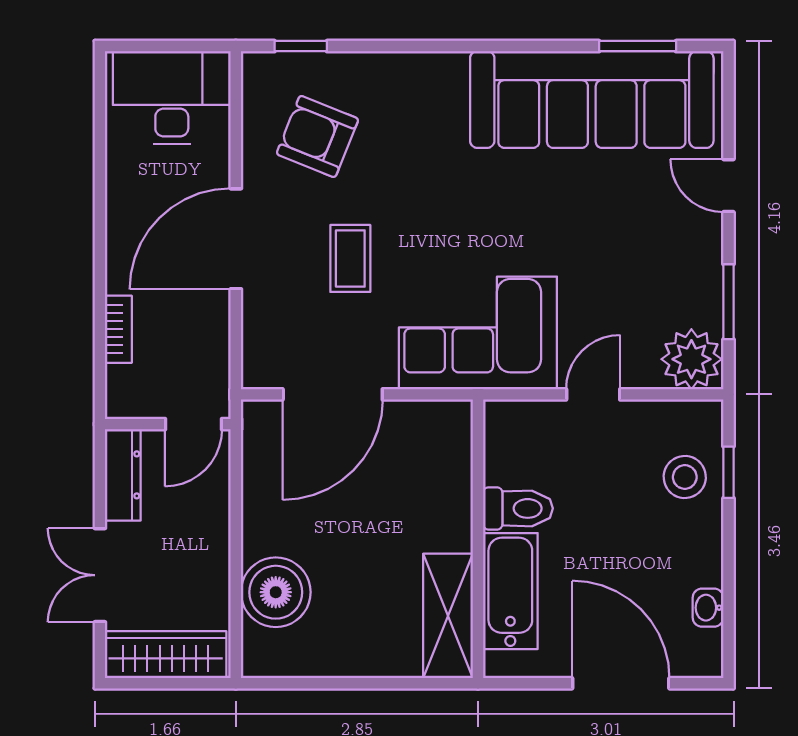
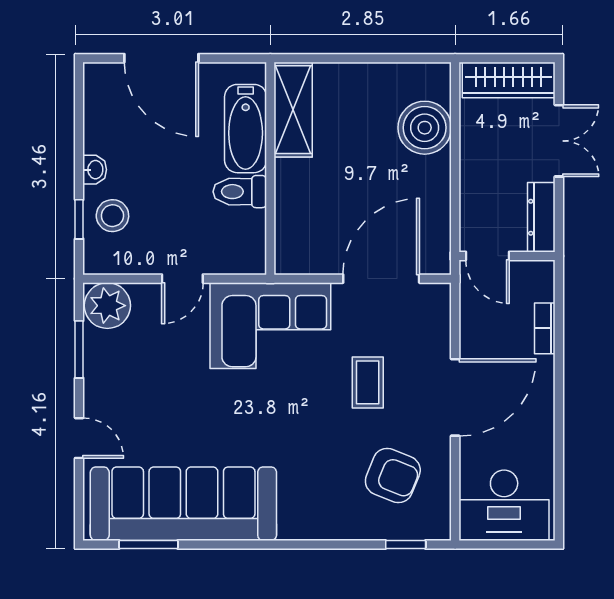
door: (193, 424) -> (487, 256), swing flipped
washbasin: (708, 608) -> (95, 170), moved

